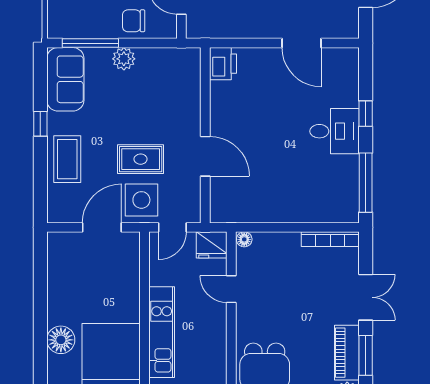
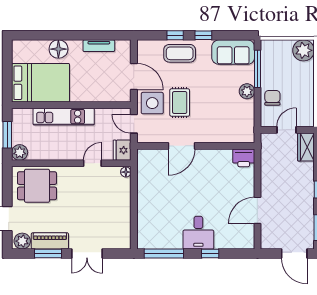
window: (40, 166) -> (175, 35), added
bookcase: (330, 239) -> (126, 230), removed
tv unit: (56, 280) -> (99, 46), added

